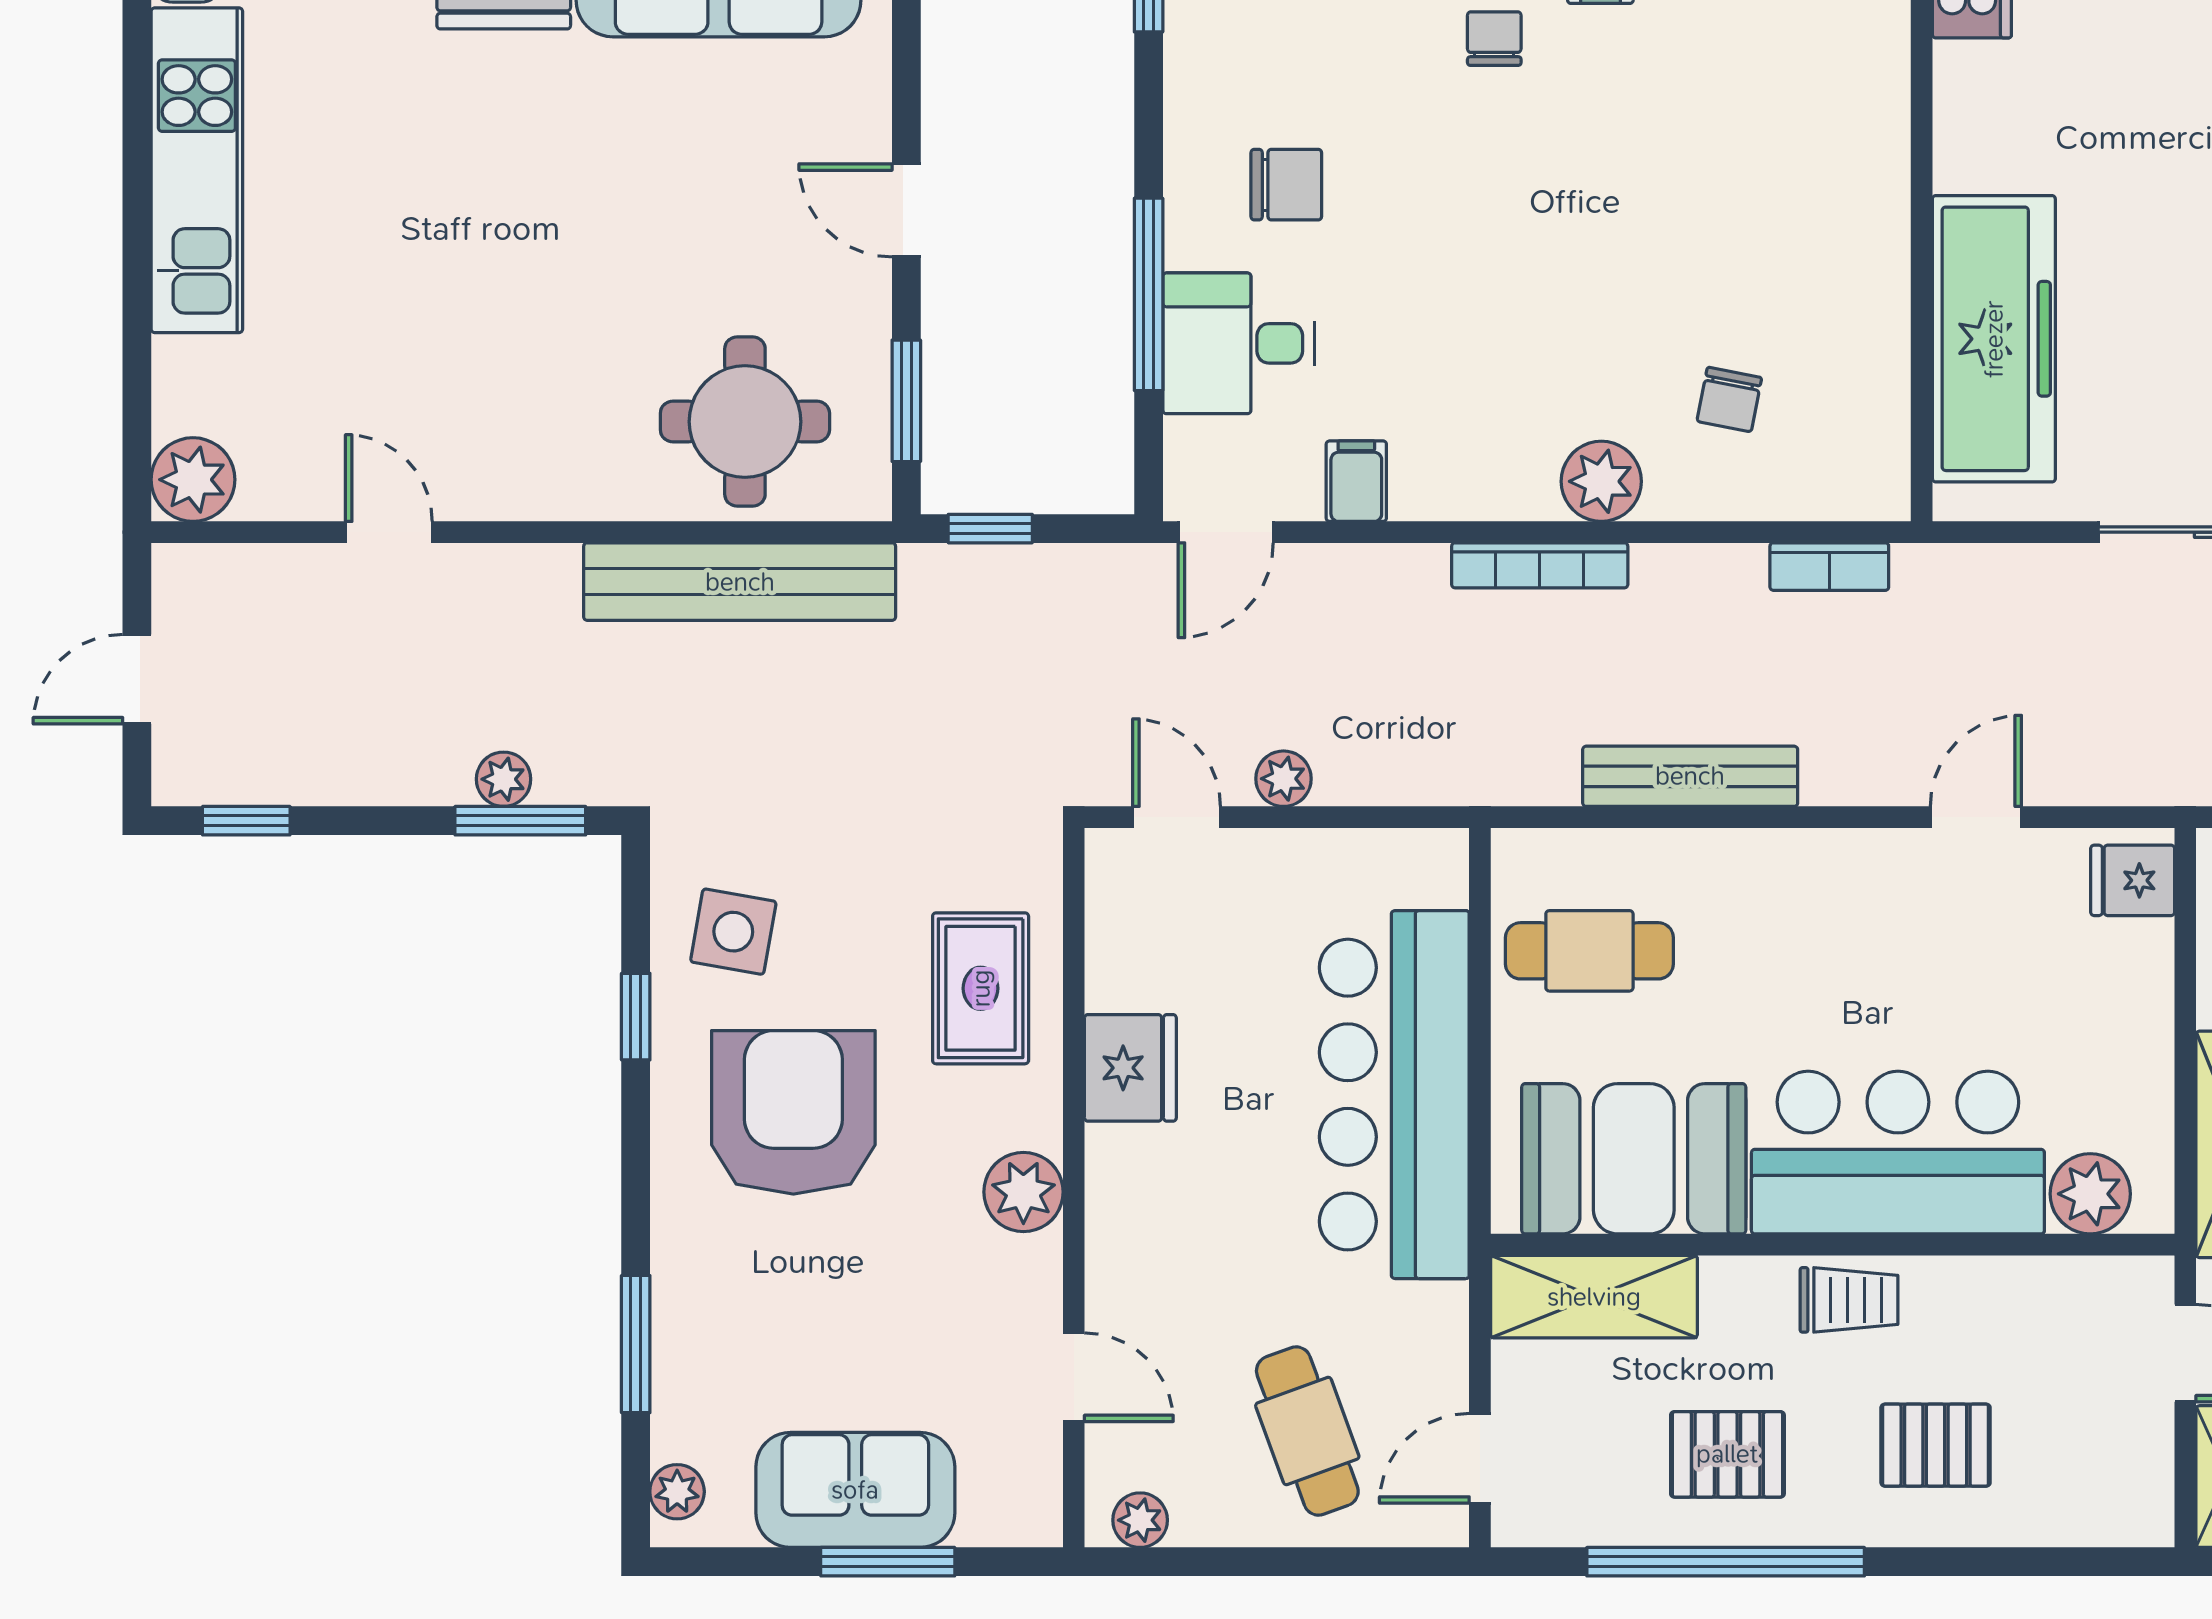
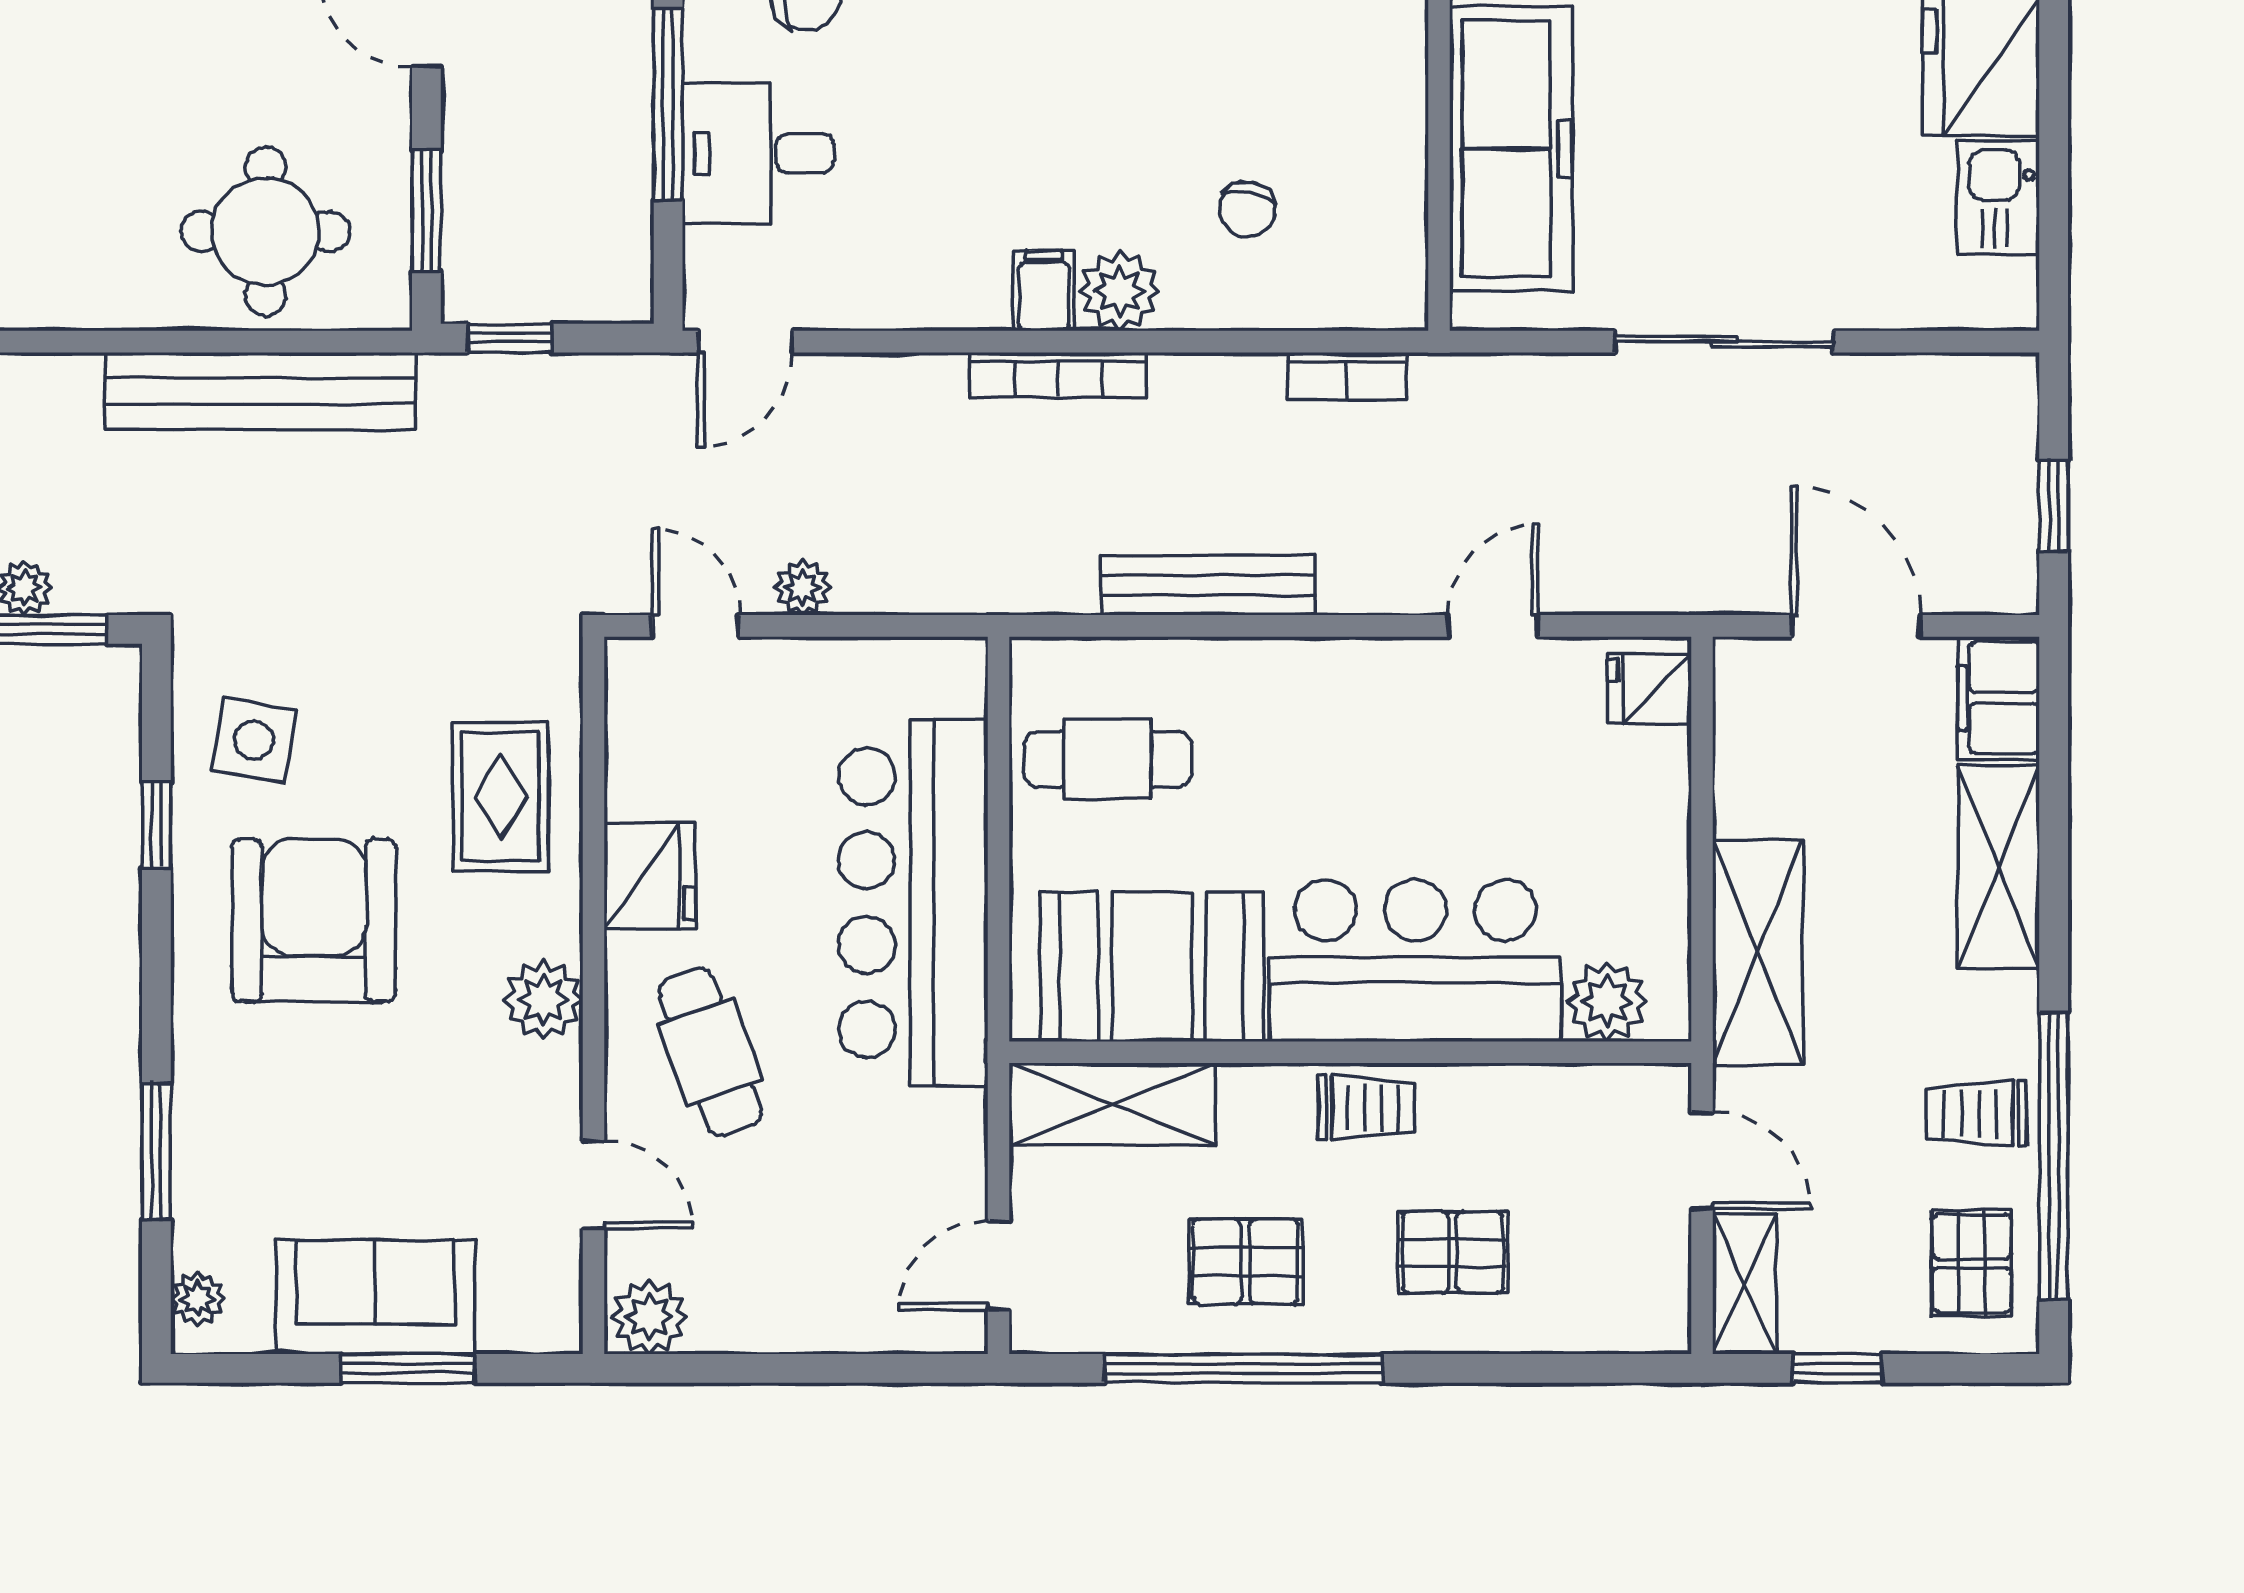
filing cabinet: (1356, 481) -> (1044, 291), moved
cafe table: (1307, 1431) -> (710, 1052), moved
plant: (1140, 1520) -> (649, 1317), width x1.38, depth x1.38

